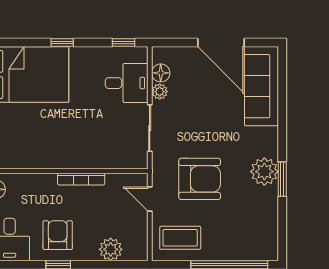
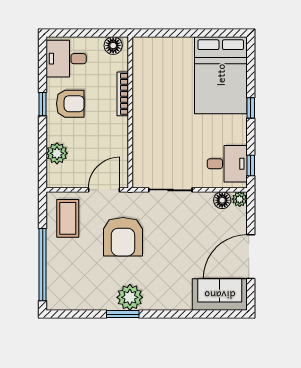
desk: (127, 83) -> (227, 164), moved, turned -90
sofa: (261, 86) -> (220, 295), width x0.73
plant: (160, 92) -> (240, 199), moved
bookcase: (81, 179) -> (123, 94), moved
door: (150, 199) -> (104, 190), width x1.38

